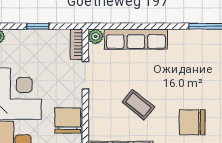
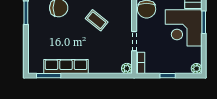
row of seats: (136, 39) -> (66, 67), moved

